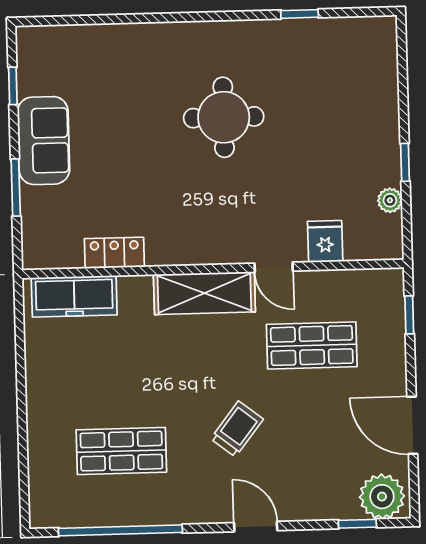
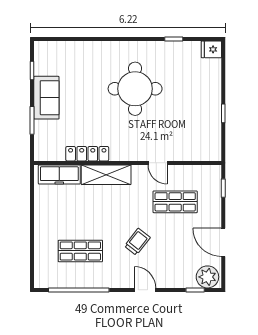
round table: (224, 117) -> (135, 89), width x1.36, depth x1.36
plant: (390, 200) -> (215, 132), removed
fridge: (325, 241) -> (211, 49), moved, turned -90
locker: (114, 253) -> (87, 154), width x1.53
shelving: (204, 293) -> (106, 175), moved

